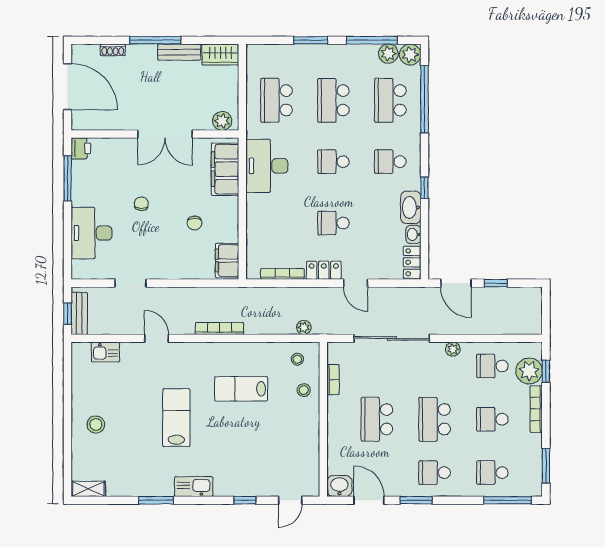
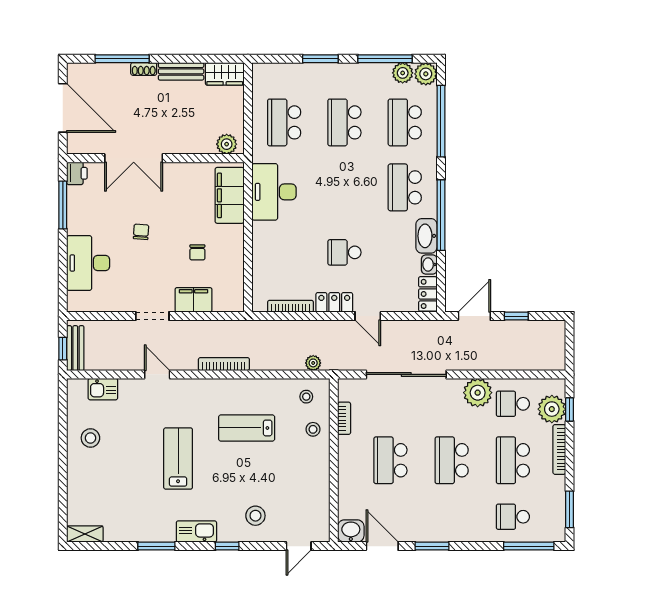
window: (155, 40) -> (122, 59), moved
shoe rack: (113, 50) -> (144, 69), moved
double door: (165, 134) -> (134, 158), moved
school desk: (333, 162) -> (344, 187), removed
school desk: (390, 162) -> (405, 187), width x1.85
window: (424, 188) -> (441, 215), width x3.17
filing cabinet: (227, 261) -> (193, 300), moved, turned 90
doorway: (130, 283) -> (152, 316), moved
door: (456, 283) -> (474, 316), swing flipped
plant: (453, 349) -> (478, 393), width x1.87, depth x1.87
school desk: (492, 419) -> (513, 460), width x1.85
stool: (96, 424) -> (90, 438), moved
stool: (249, 472) -> (255, 516), added
school desk: (435, 473) -> (452, 517), removed
window: (245, 500) -> (227, 546), moved

